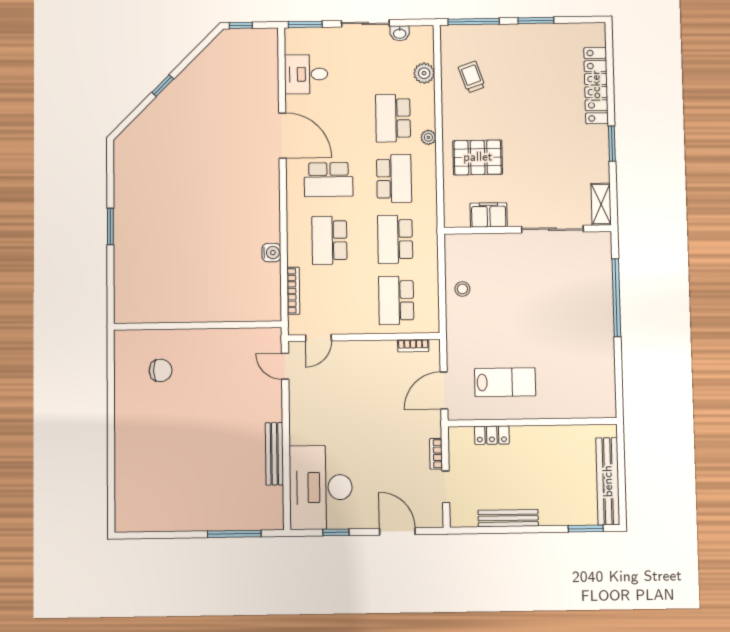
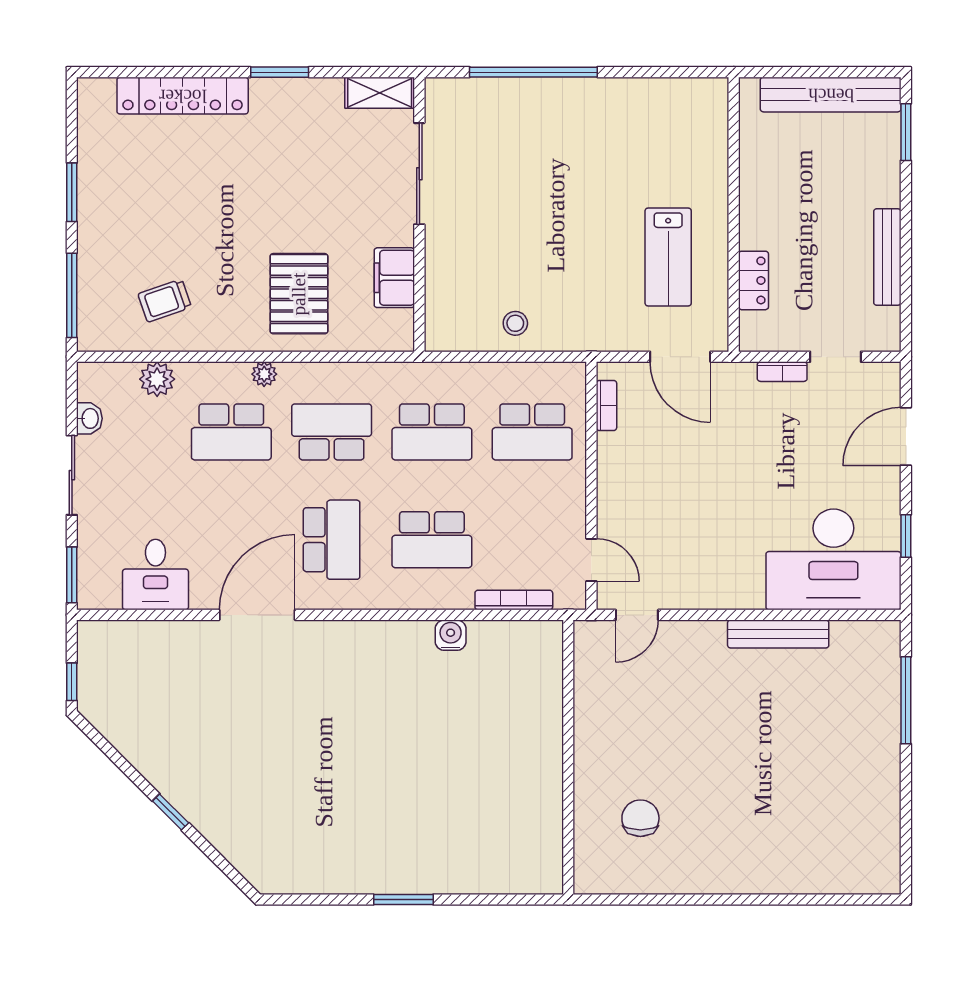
lab bench: (505, 382) -> (668, 257), turned 180

